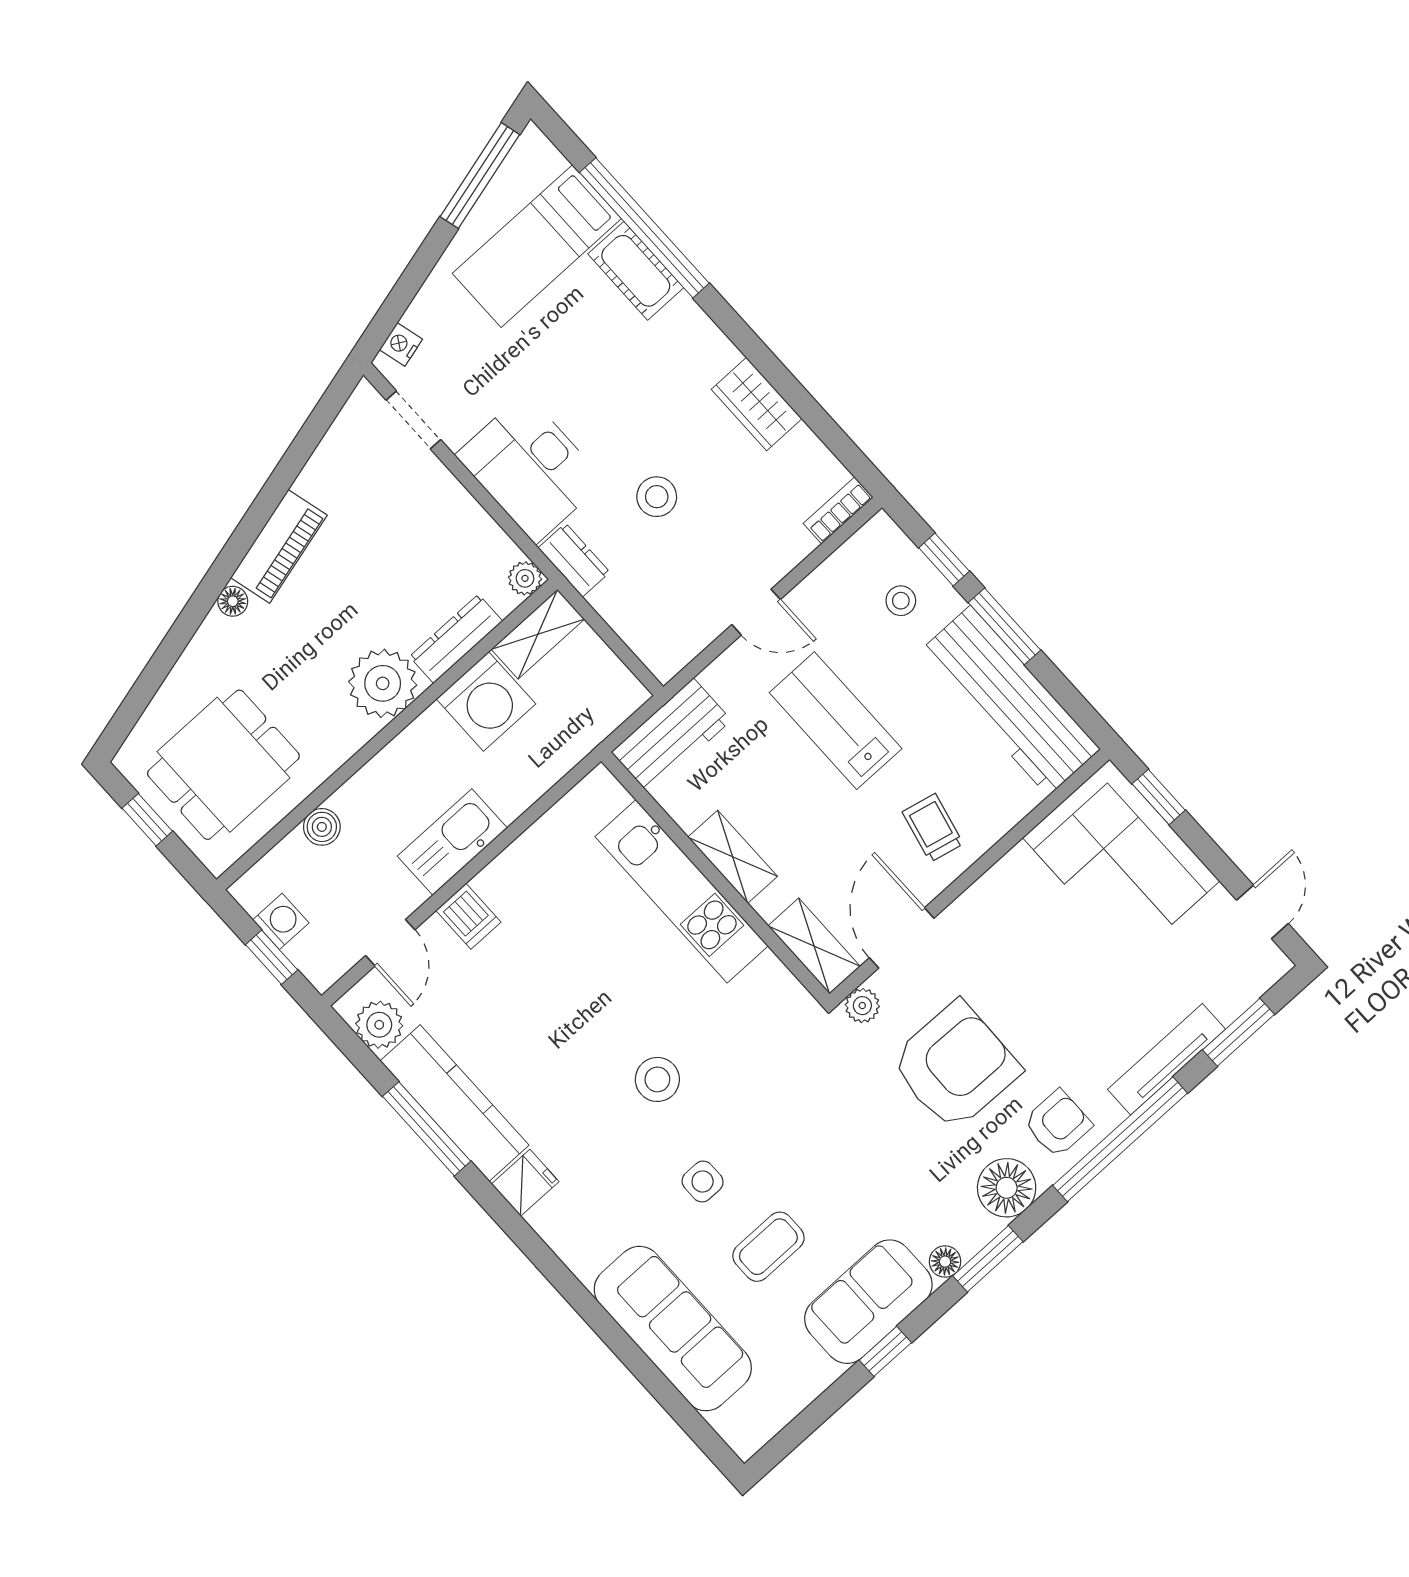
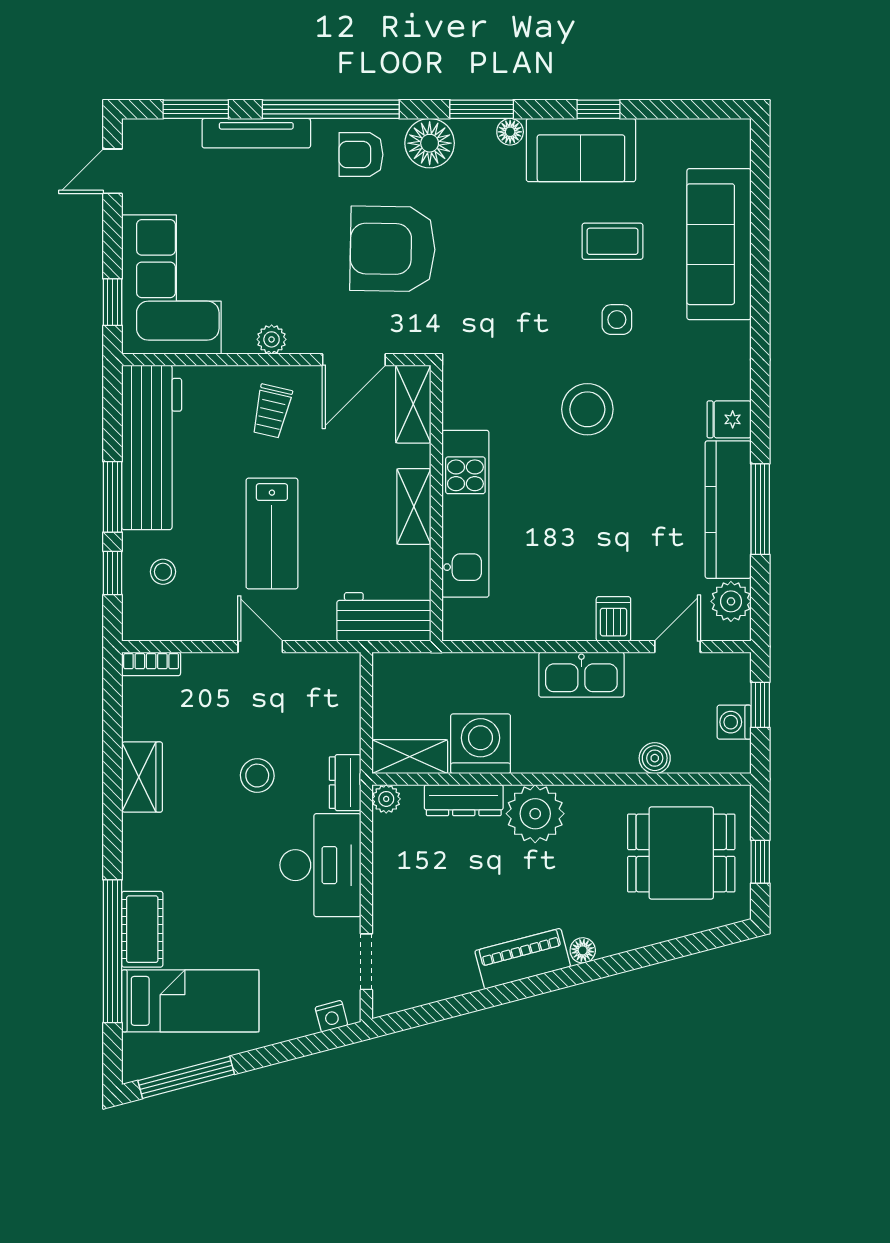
plant: (862, 1006) -> (272, 339), moved
stool: (657, 1079) -> (587, 409), width x1.38, depth x1.38

